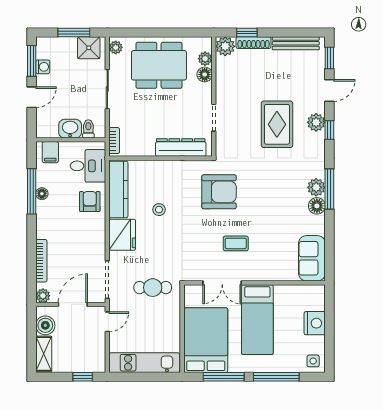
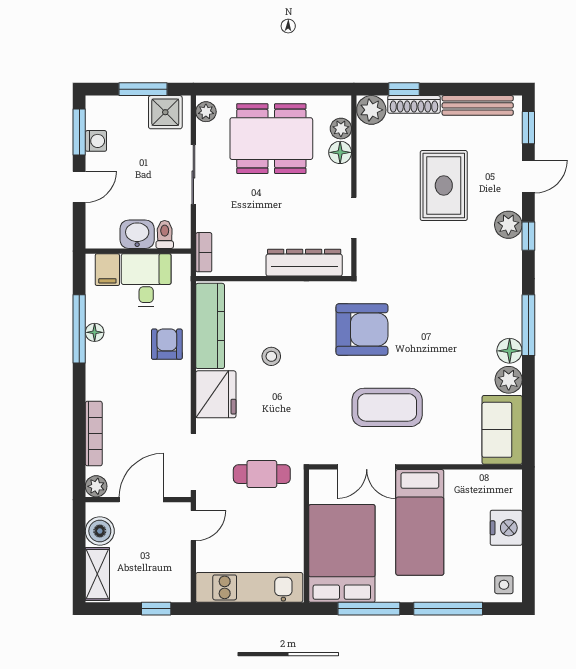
rug: (277, 124) -> (444, 186), moved
desk: (88, 166) -> (146, 280), moved, turned -90
plant: (316, 187) -> (509, 380), moved
coffee table: (236, 243) -> (387, 407), width x1.86, depth x1.72

